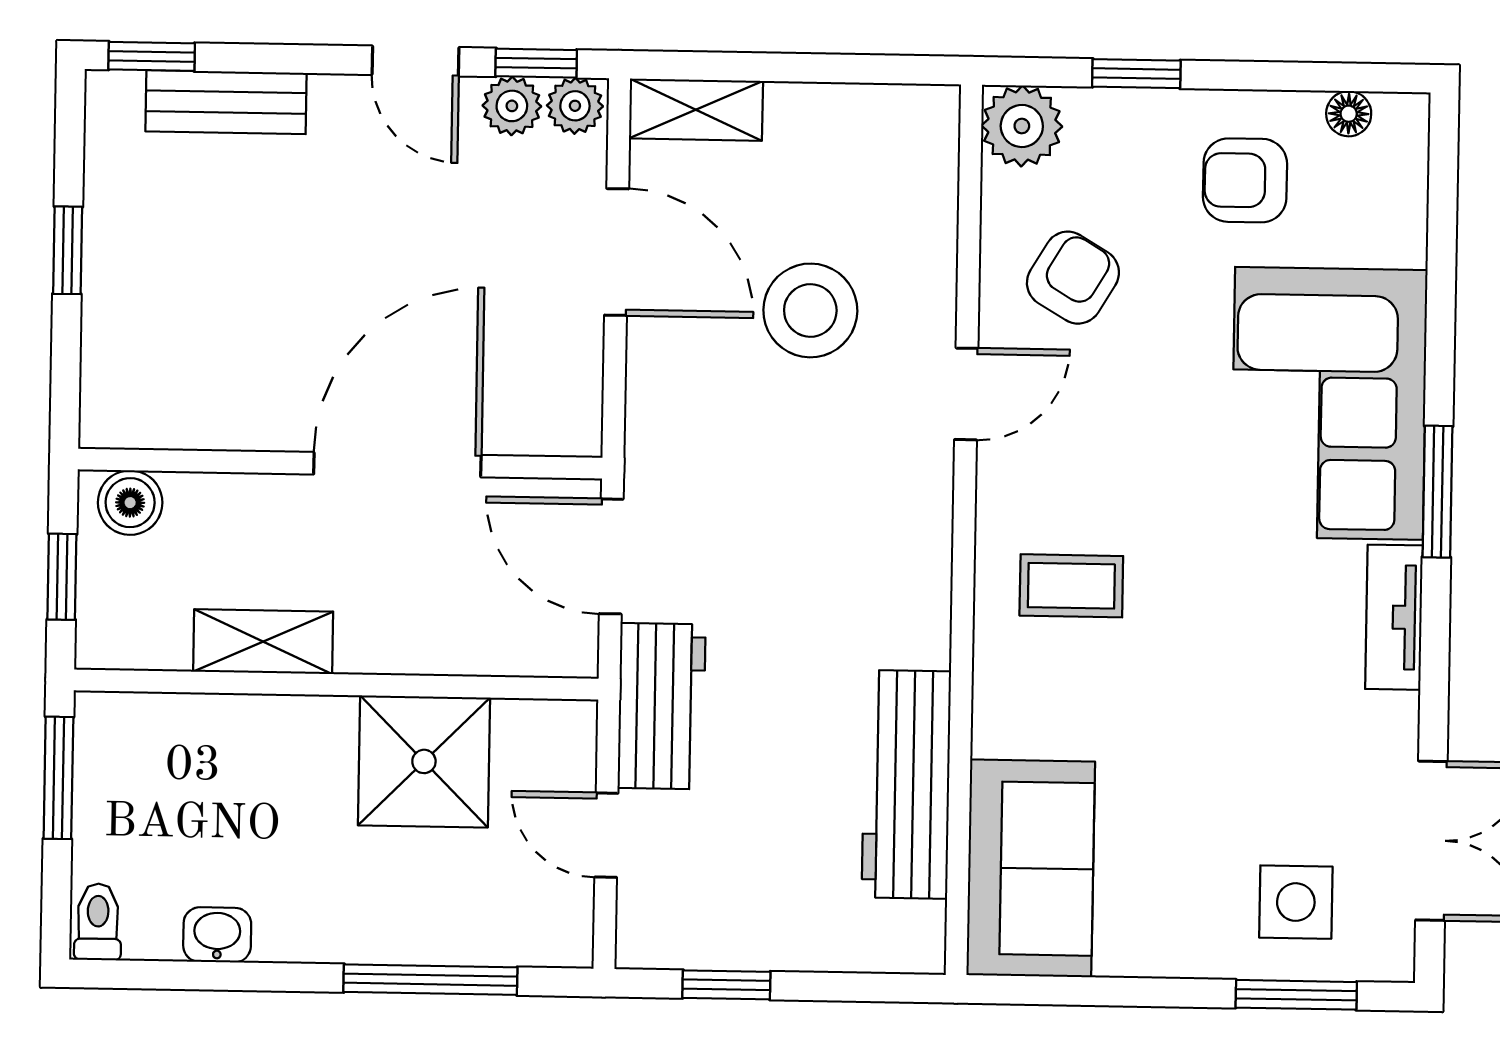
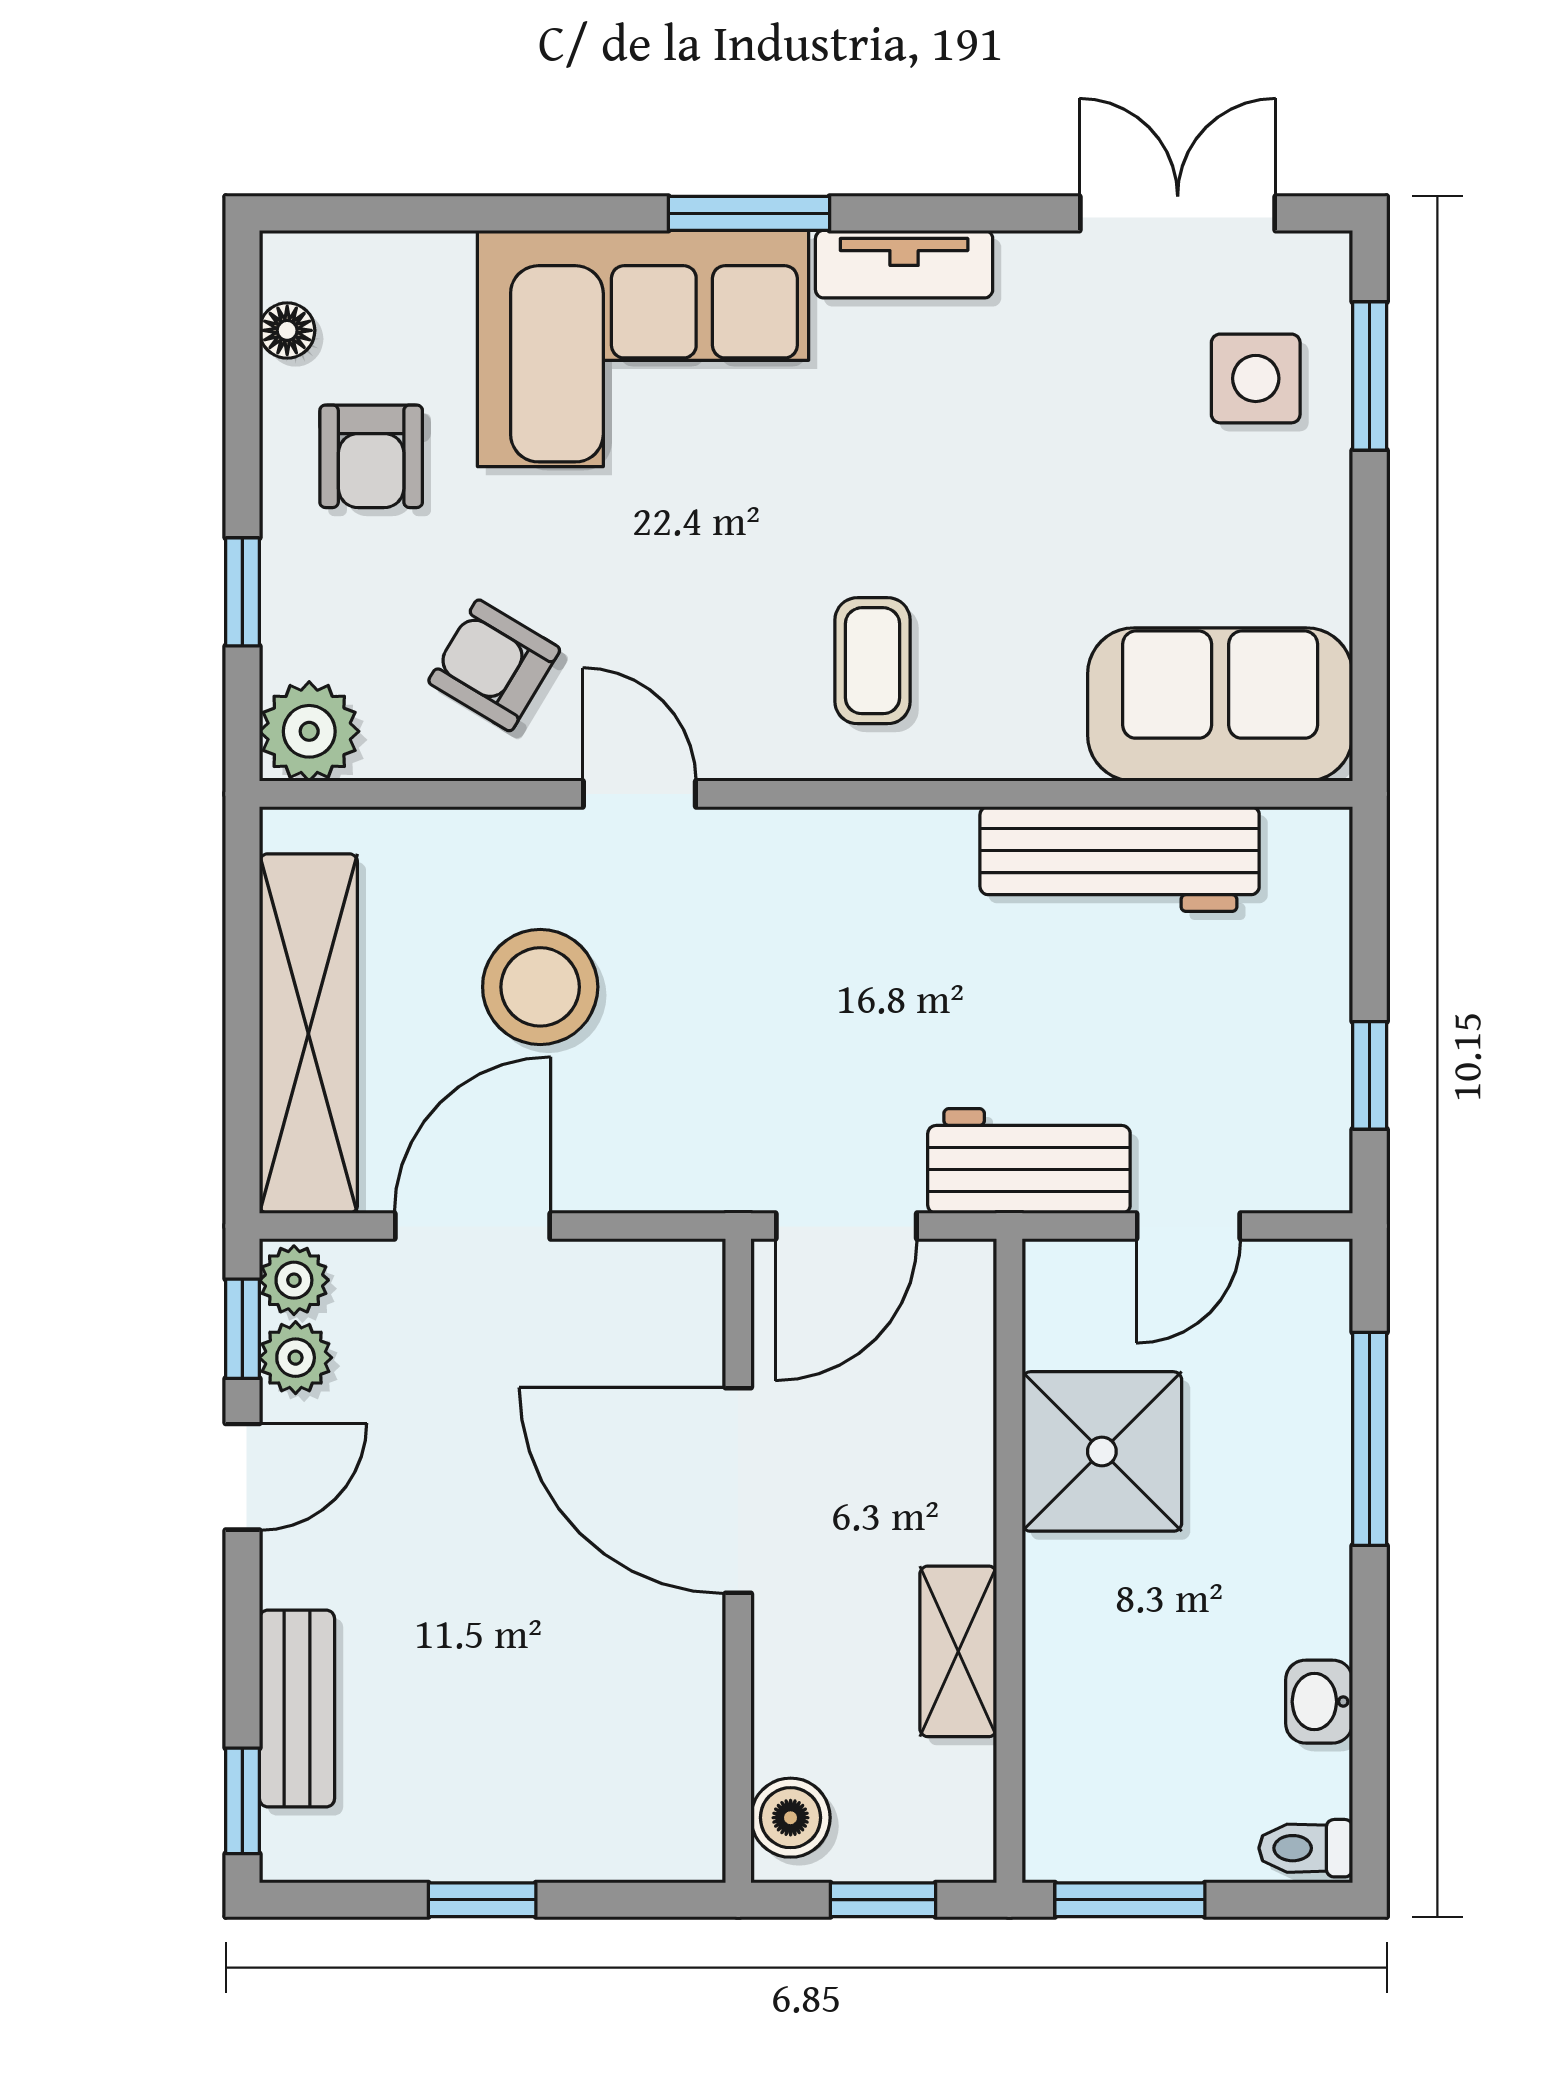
shelving: (696, 110) -> (308, 1034), width x2.20, depth x1.33

